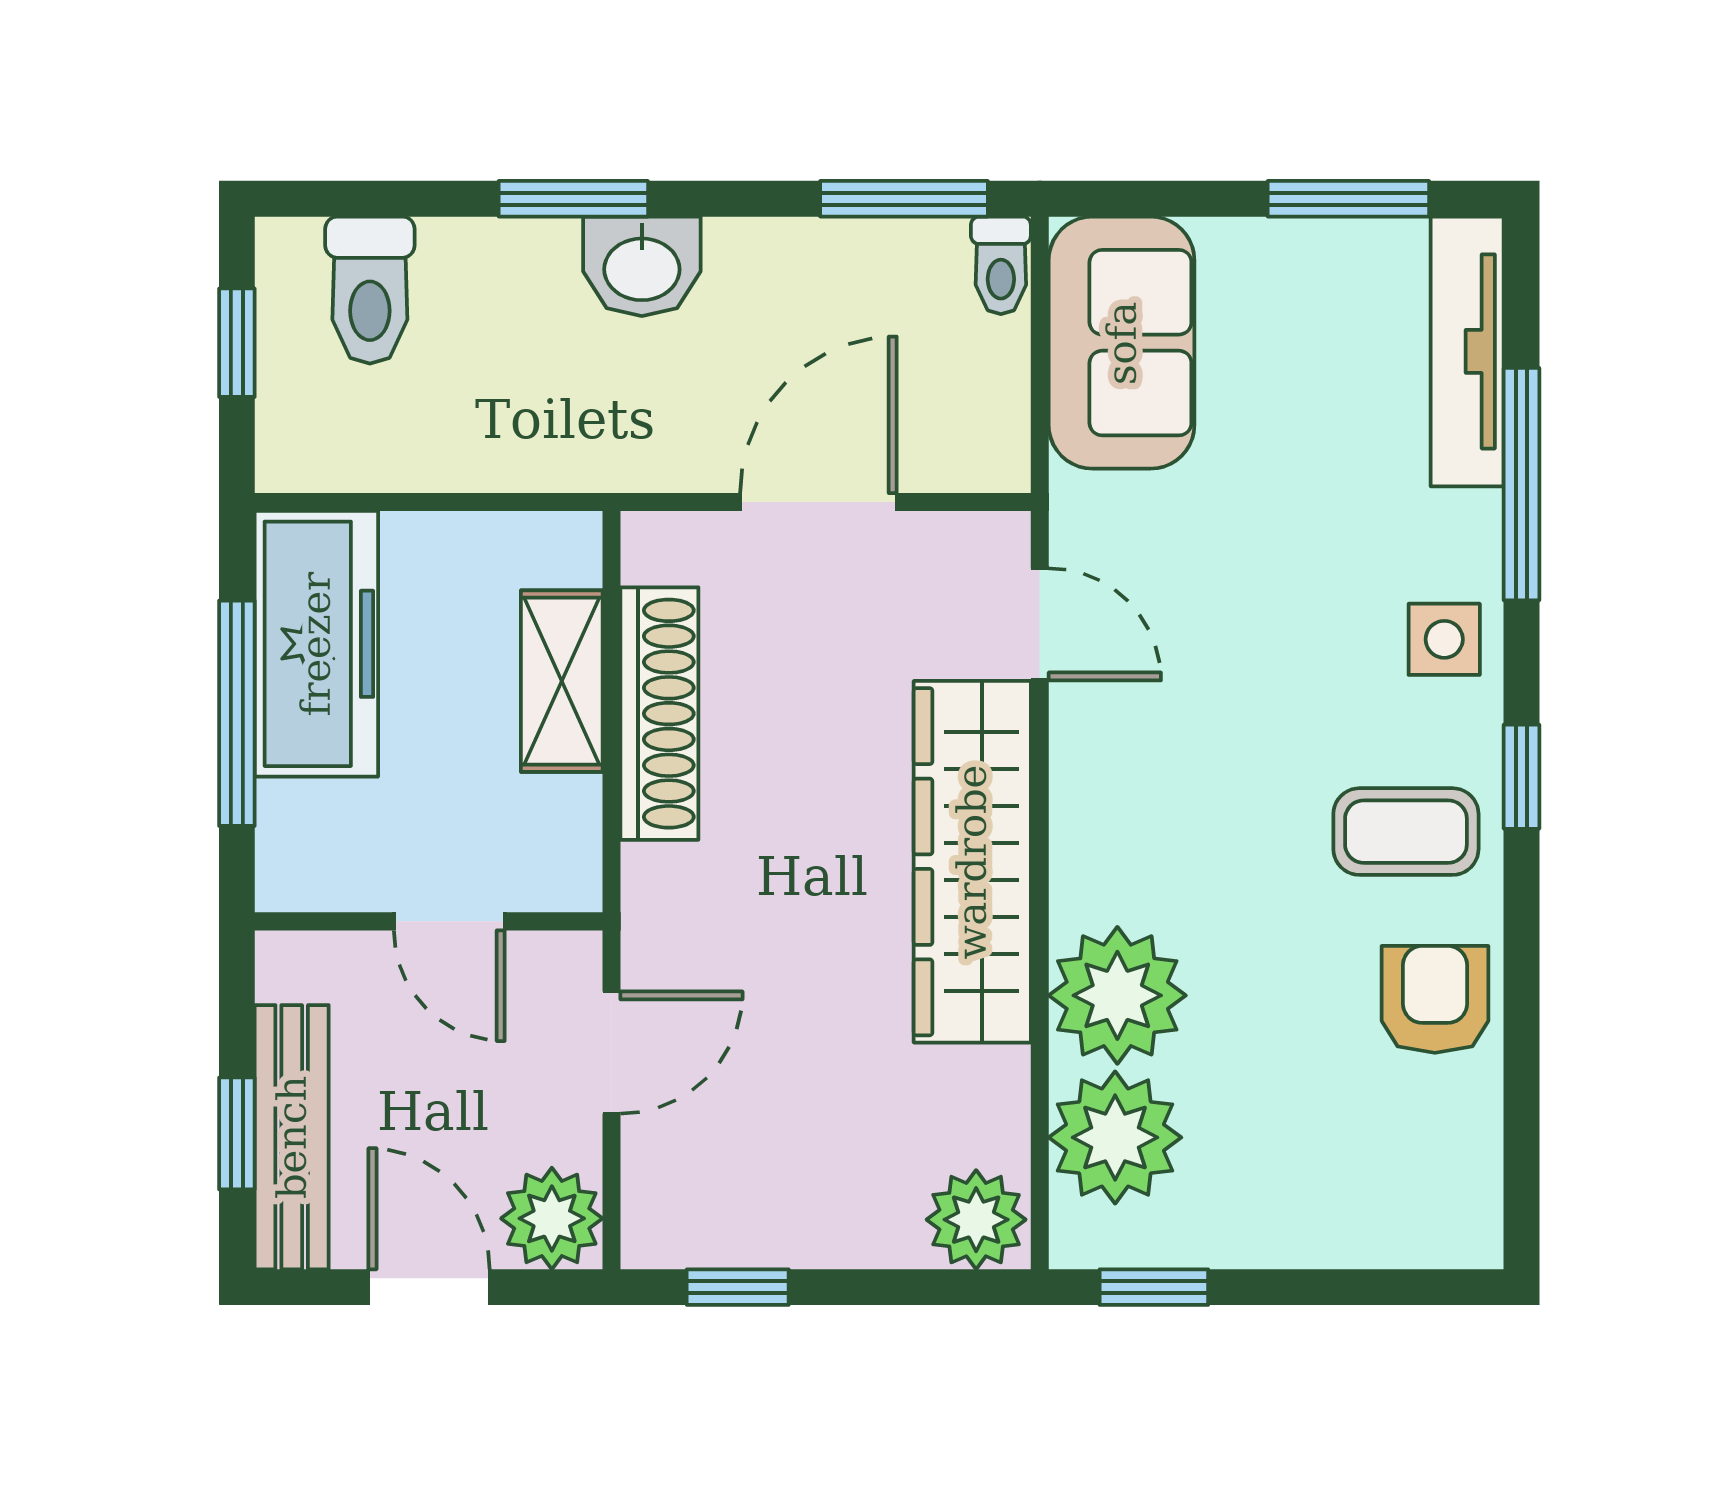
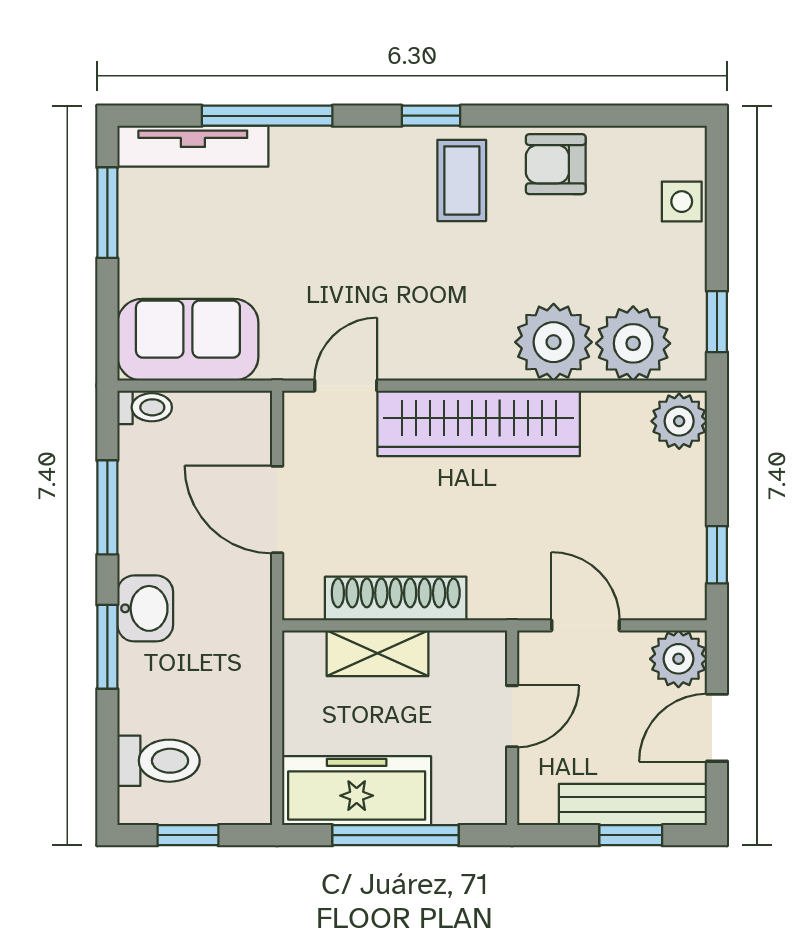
window: (904, 199) -> (107, 507), moved
side table: (1444, 639) -> (682, 202), moved

